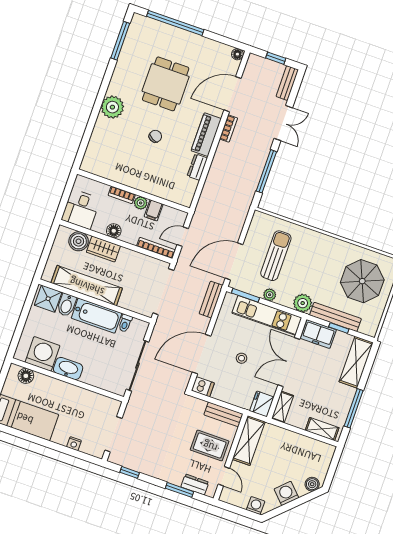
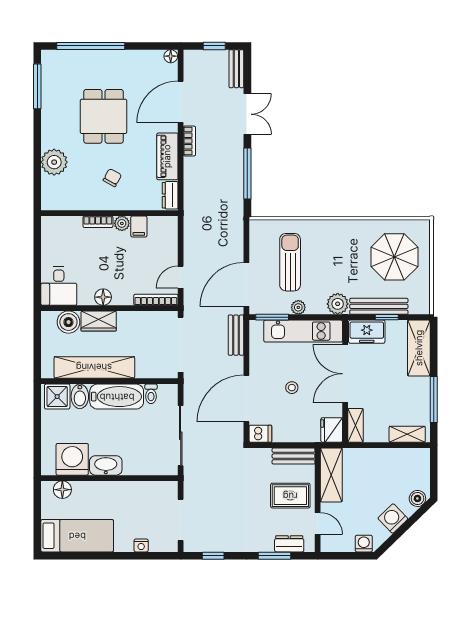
wall: (134, 191) -> (109, 213), moved
bookcase: (122, 195) -> (98, 222), moved
plant: (141, 203) -> (122, 223), moved
filing cabinet: (154, 210) -> (139, 226), moved

